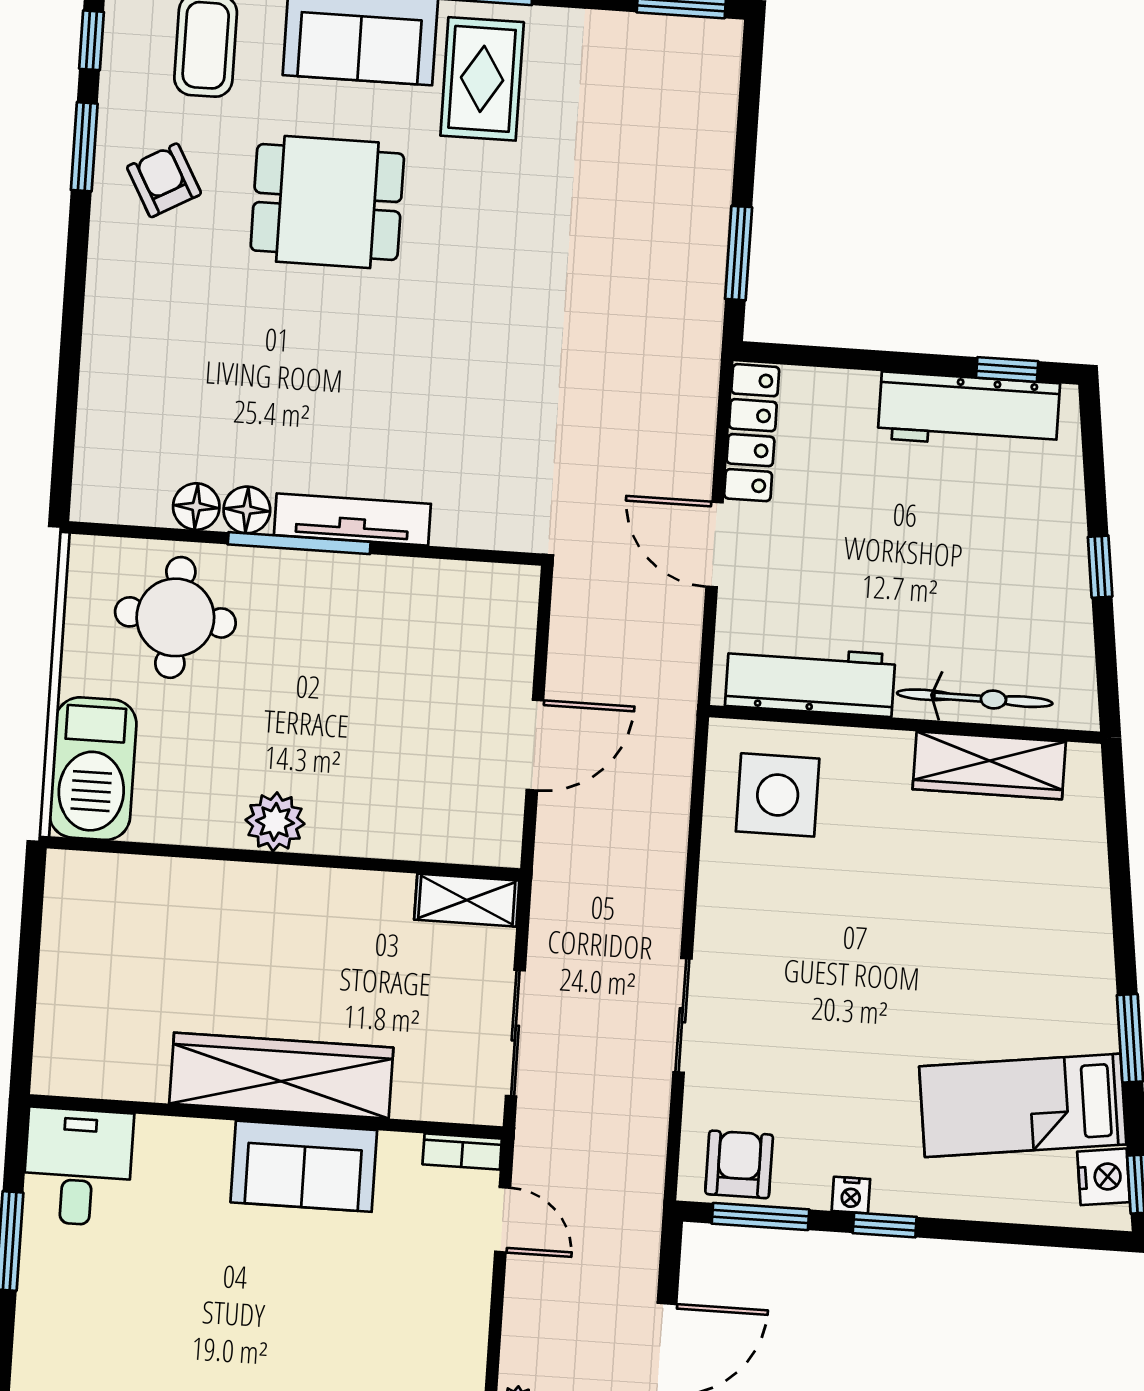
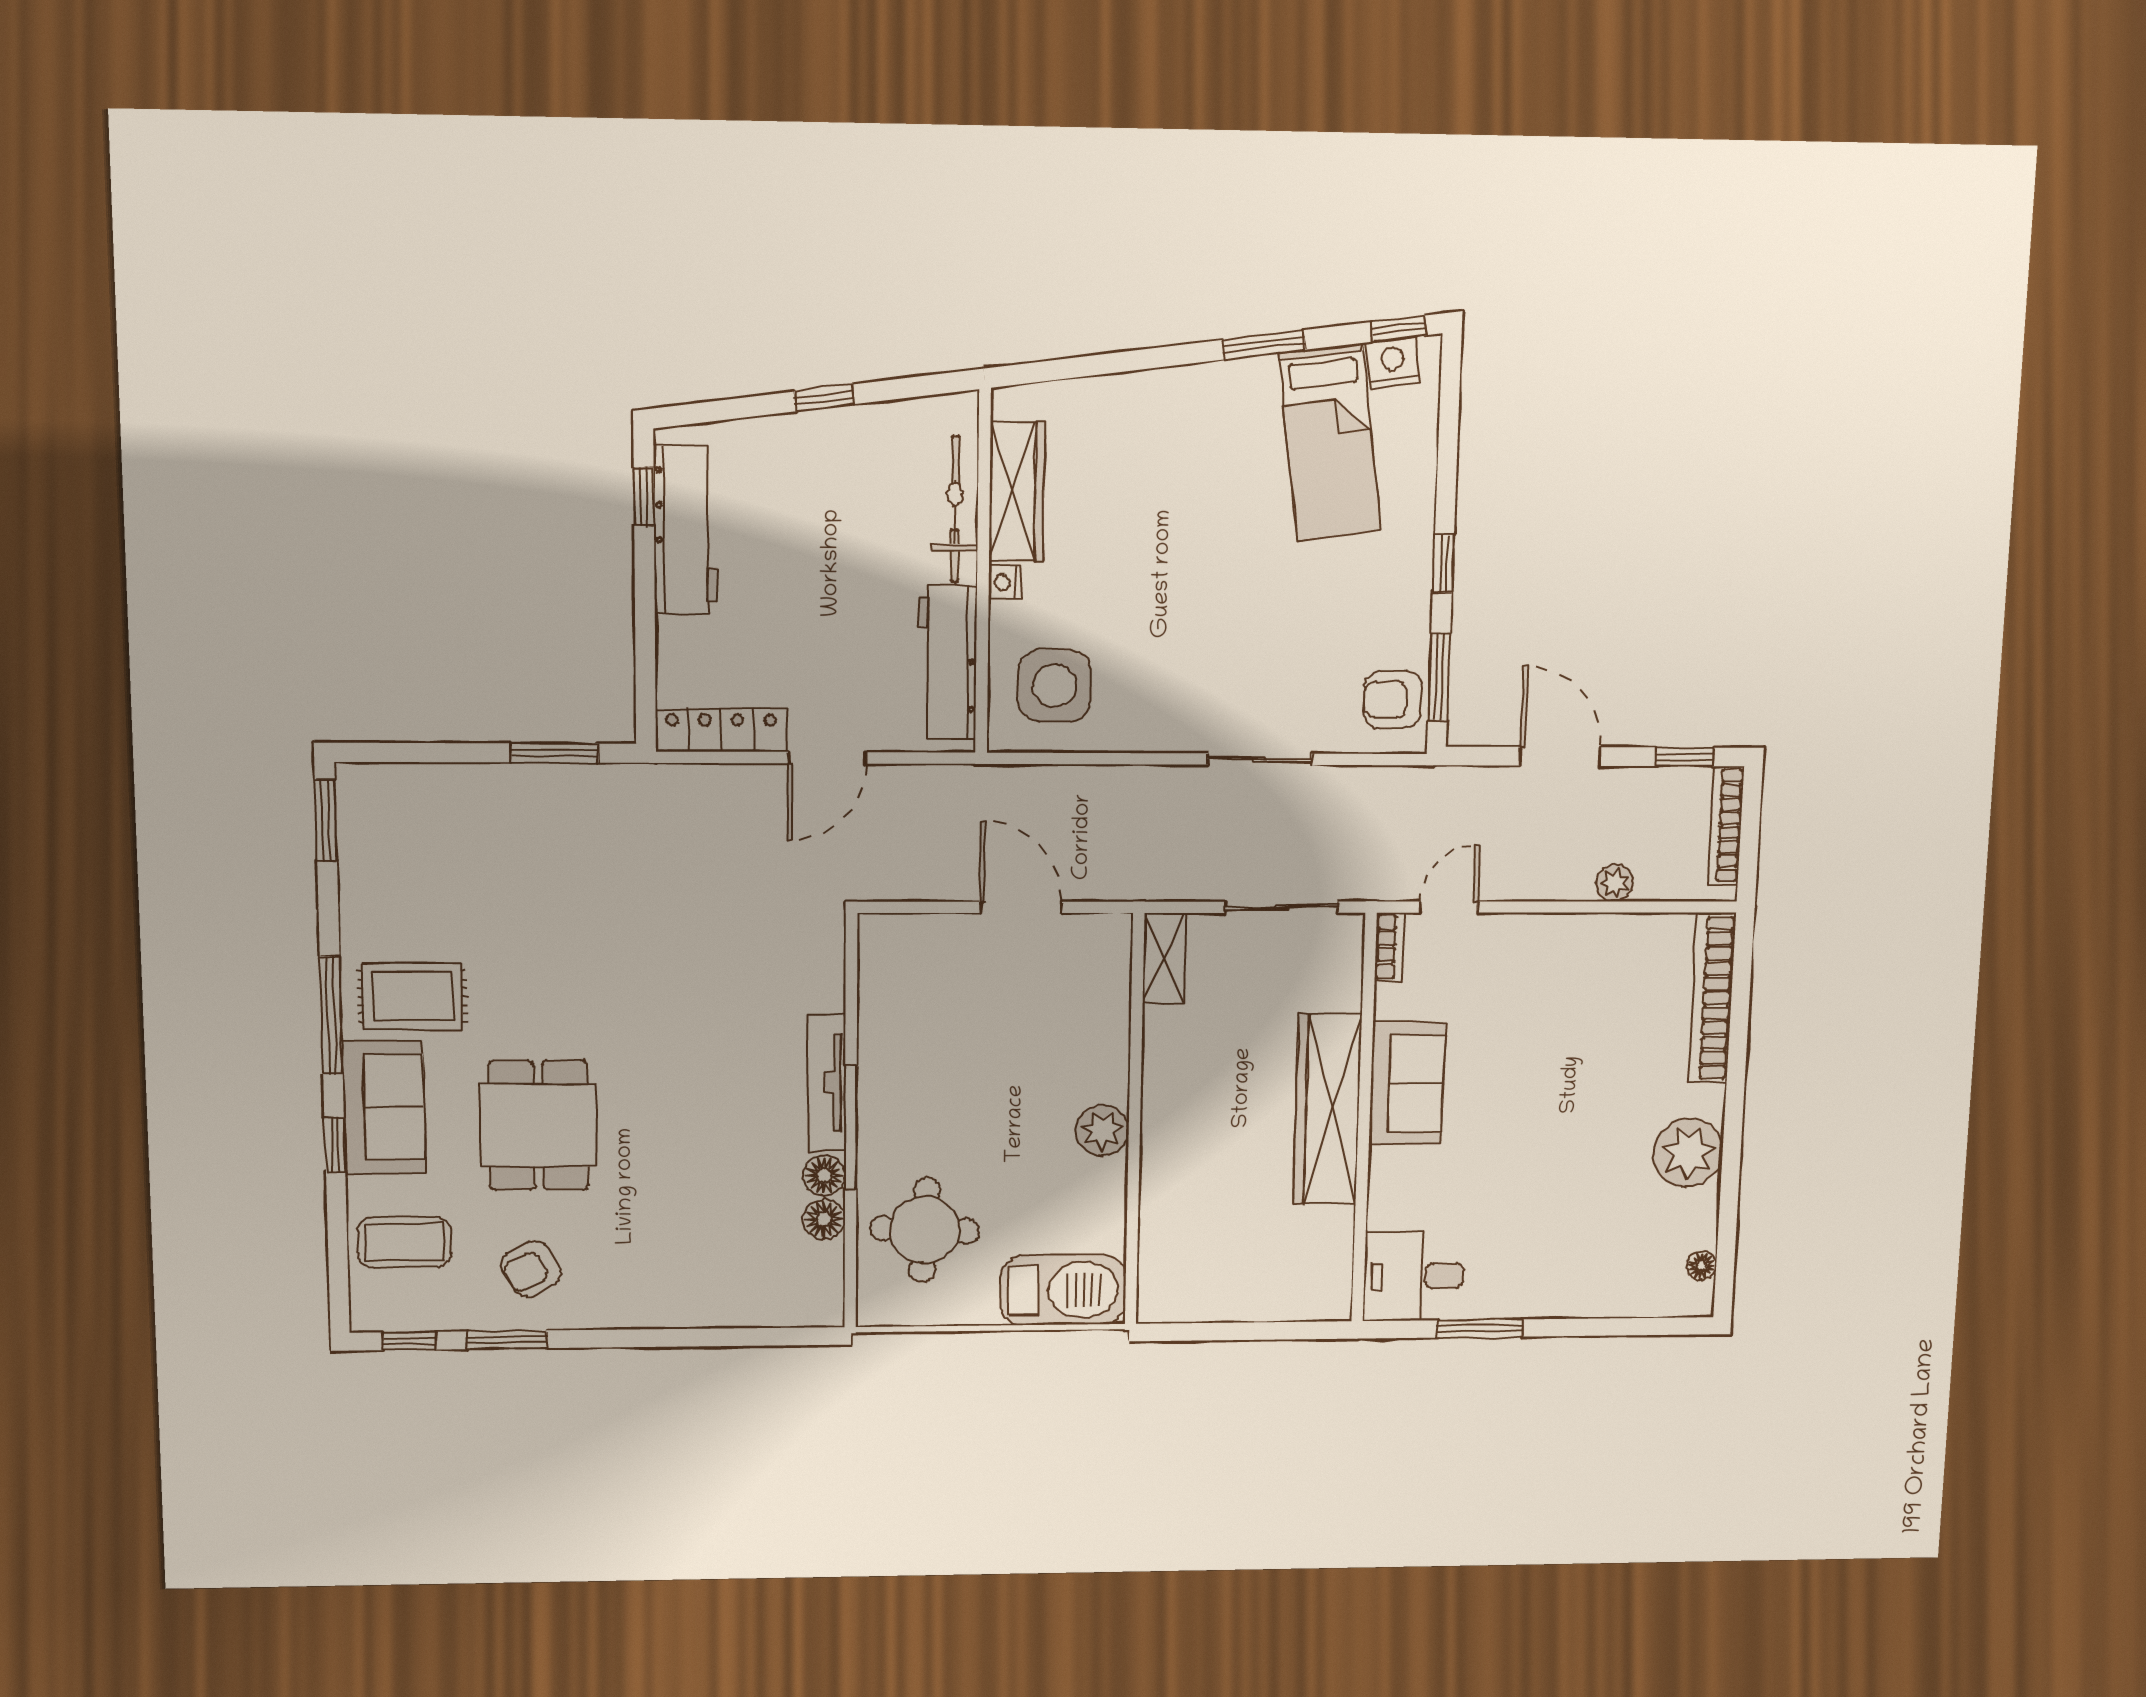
nightstand: (851, 1195) -> (1005, 582), moved, turned 180

